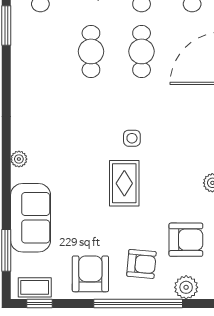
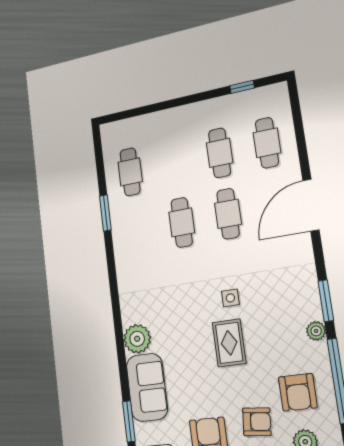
plant: (19, 159) -> (137, 339), width x1.88, depth x1.88
armchair: (186, 240) -> (298, 392), turned 90

